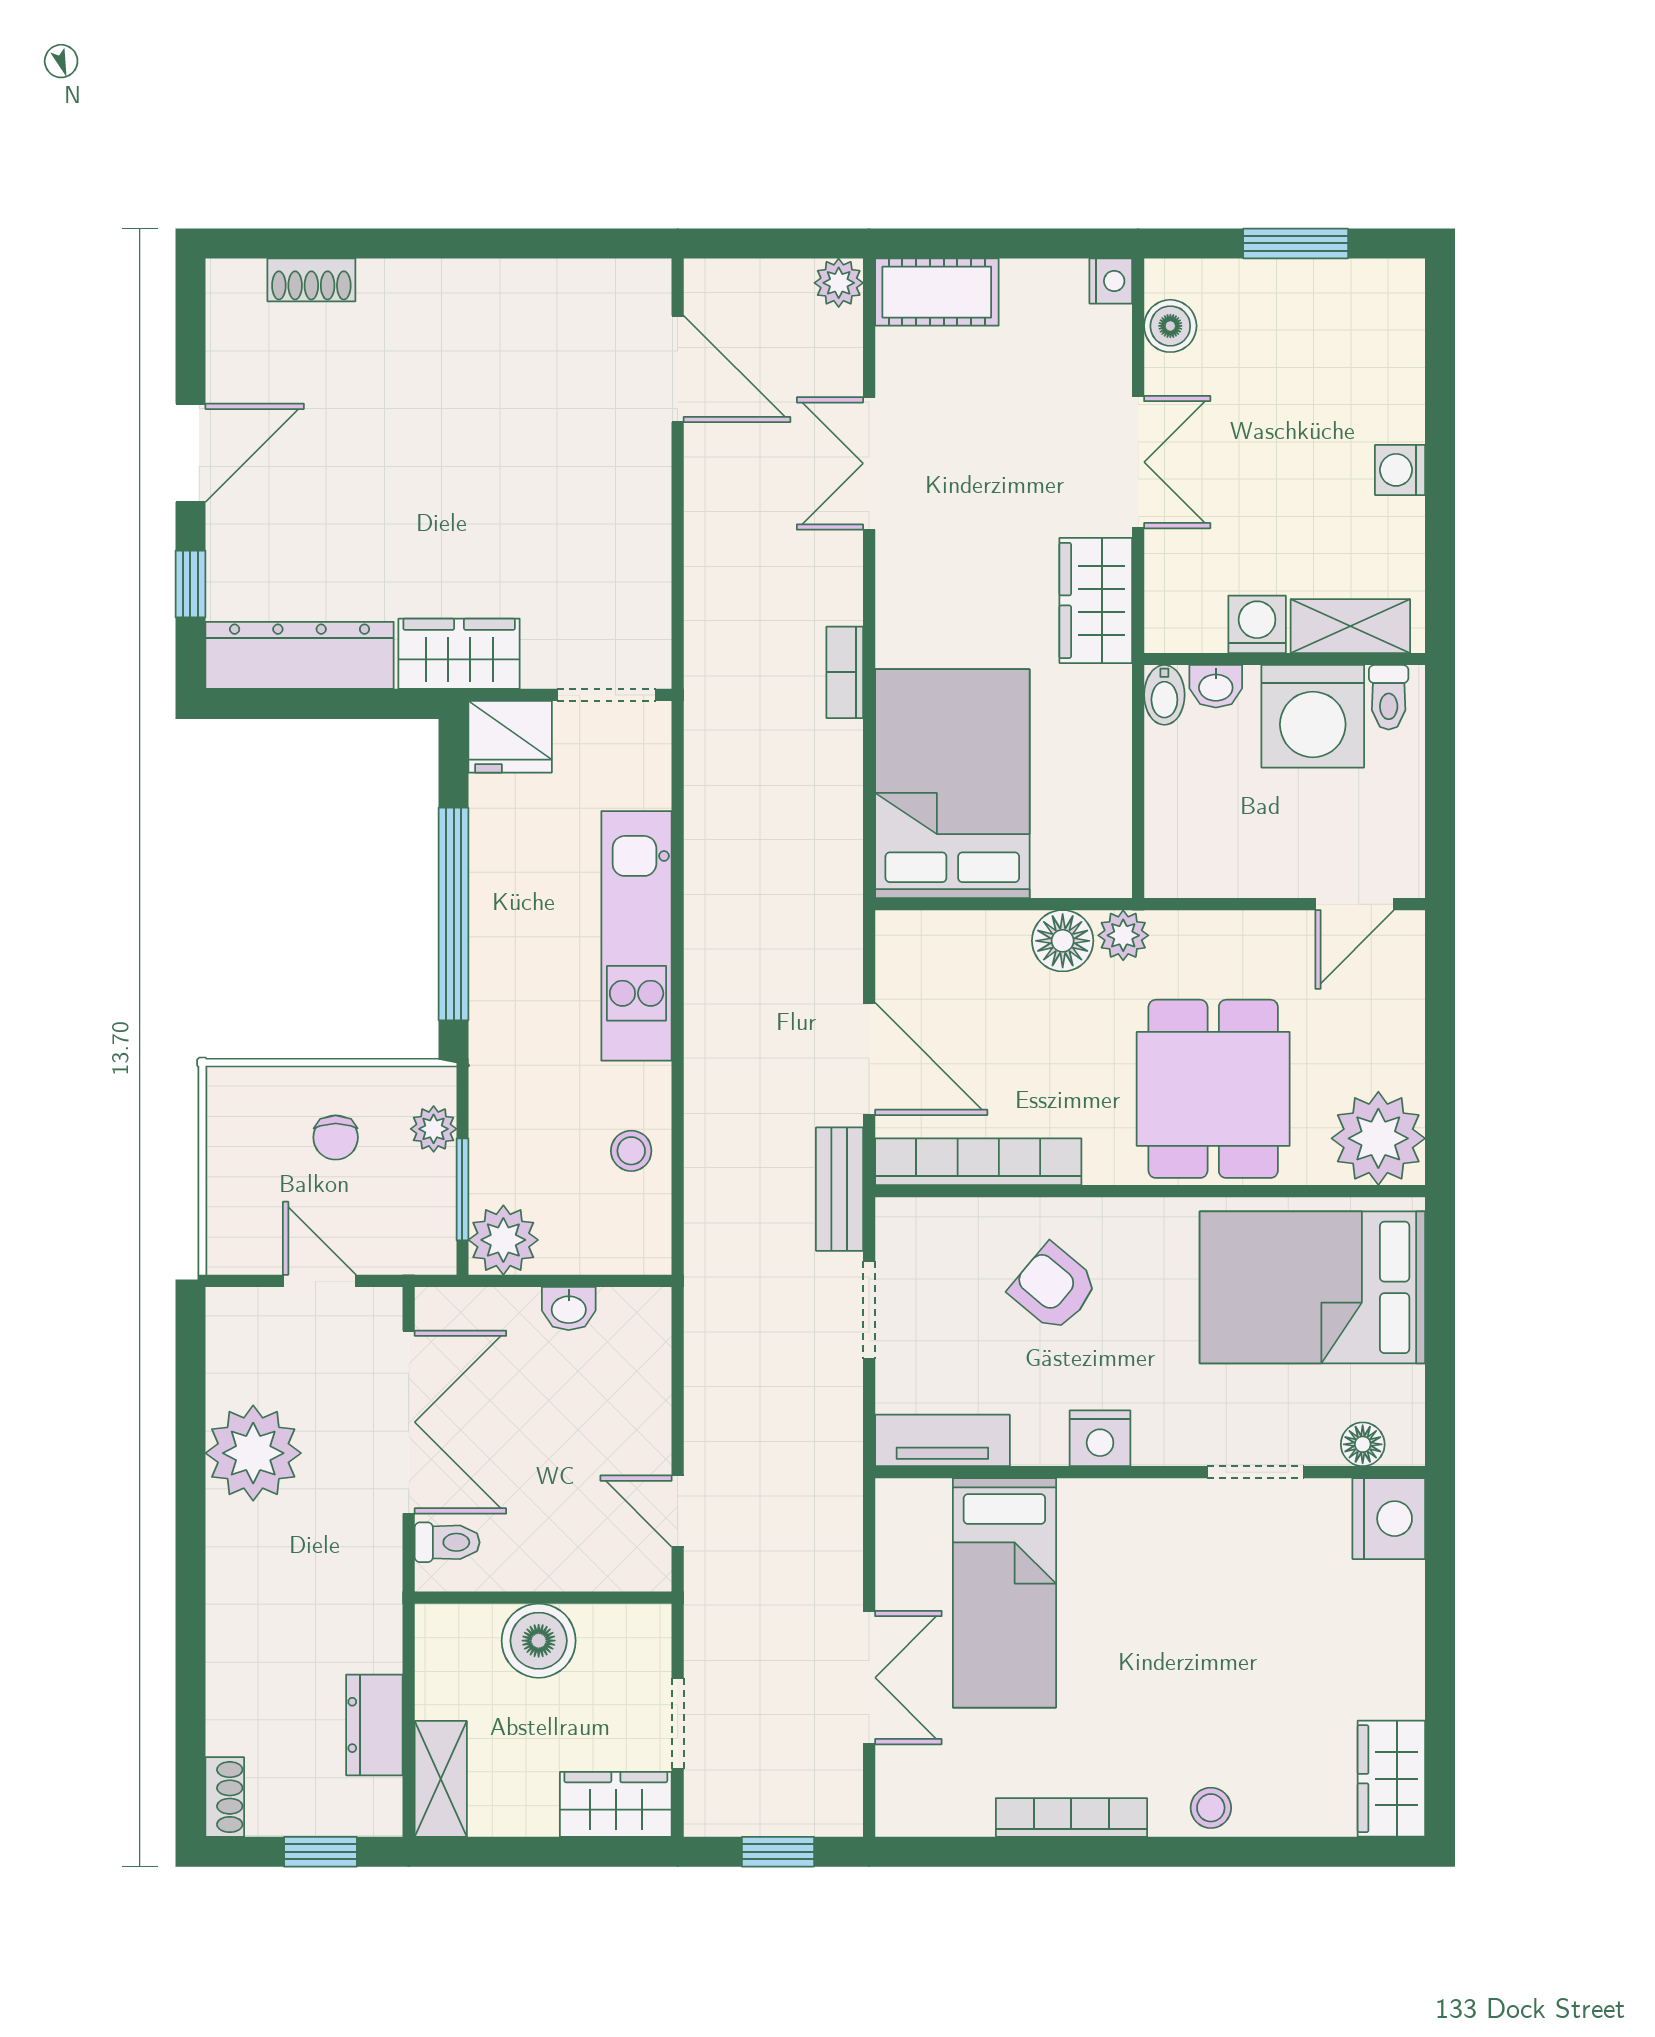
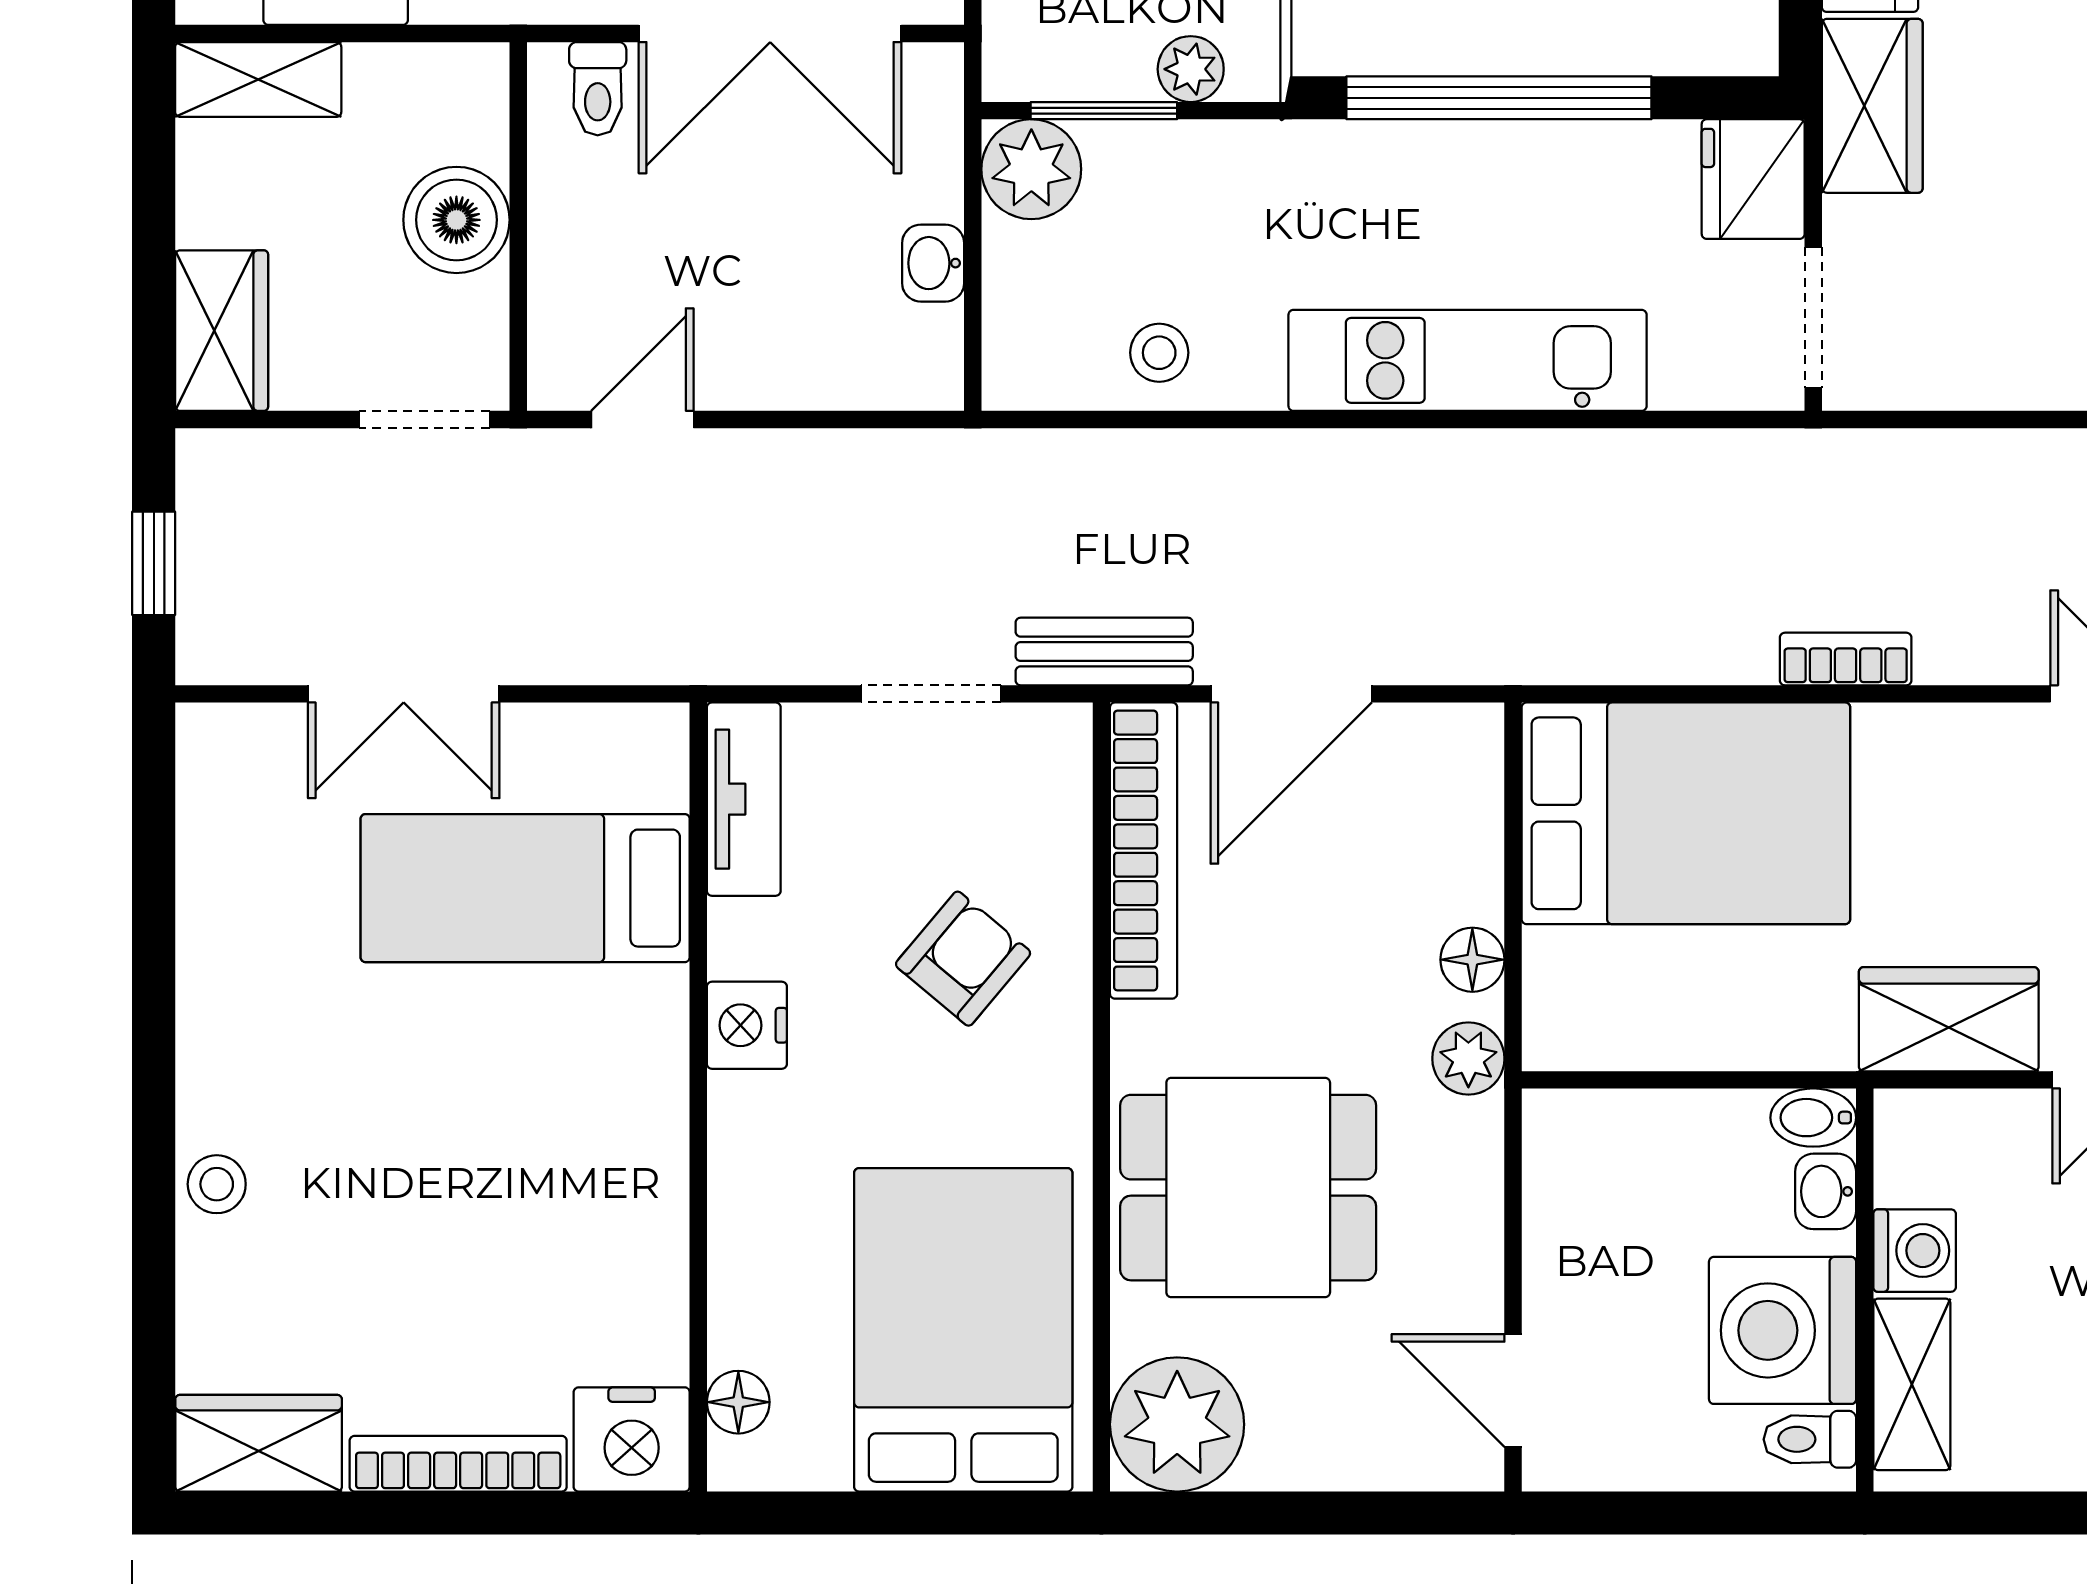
floor lamp: (1063, 941) -> (1472, 960), width x0.73, depth x0.73
doorway: (1255, 1472) -> (698, 1248), removed
doorway: (678, 1723) -> (424, 419), moved
bookcase: (1071, 1817) -> (458, 1464), moved, turned -90

